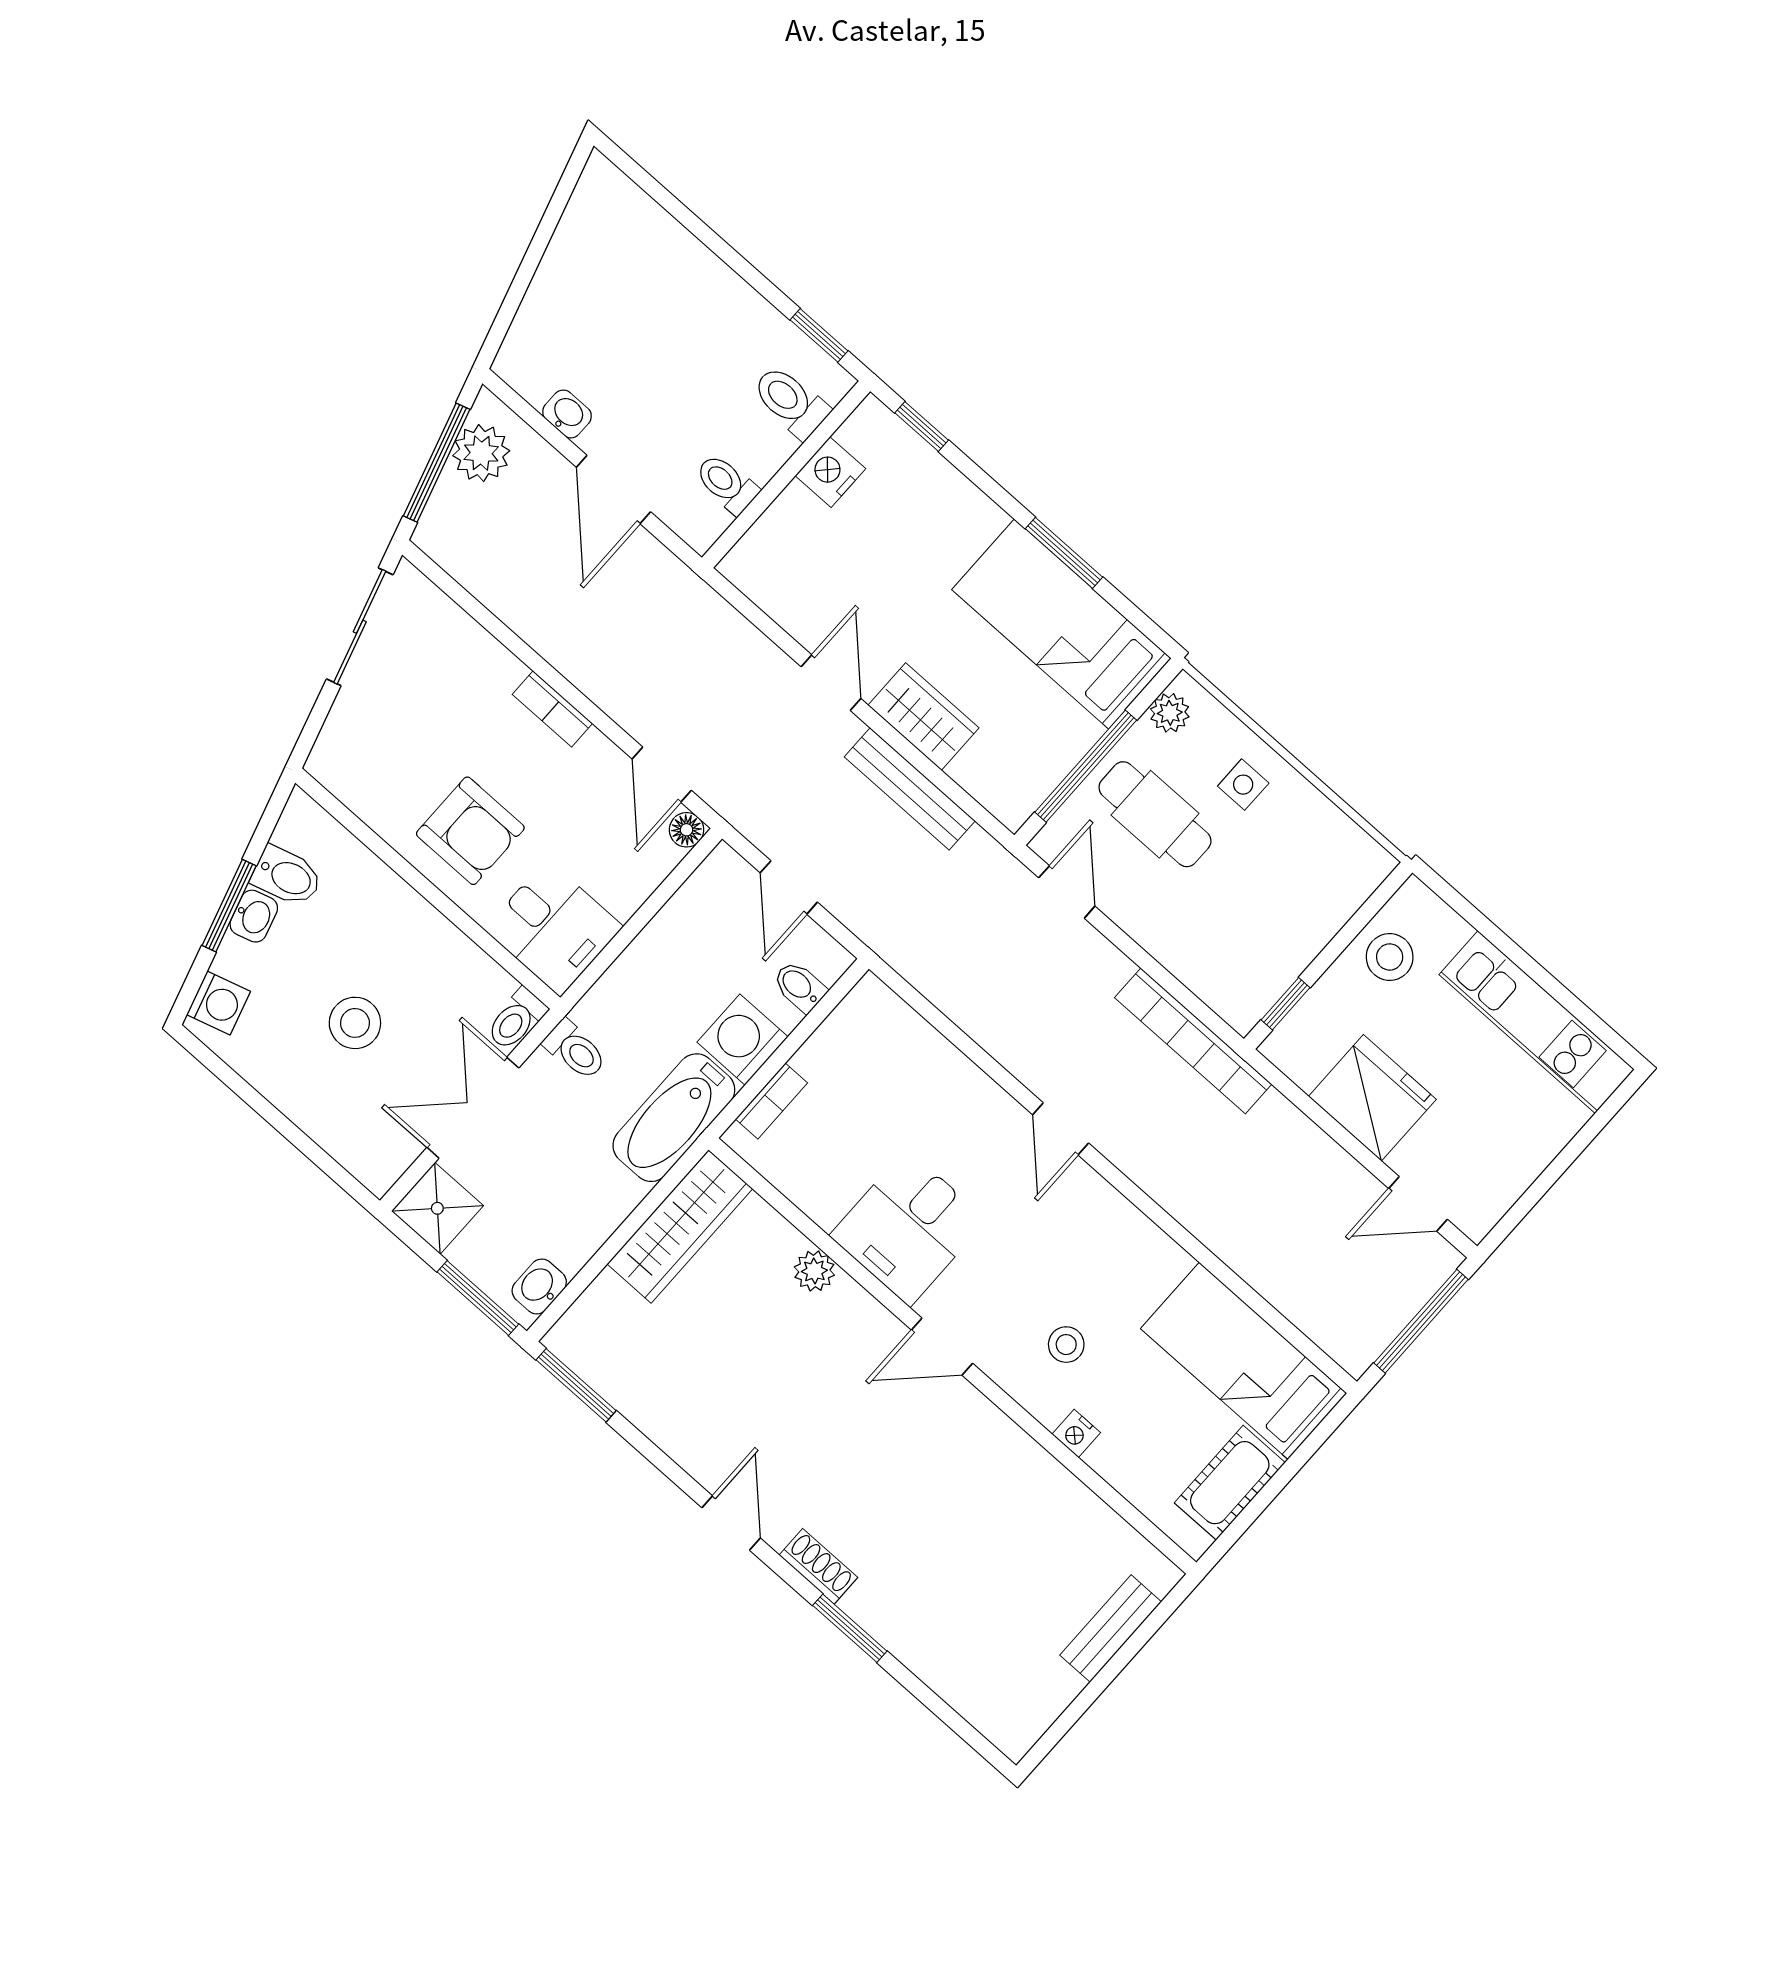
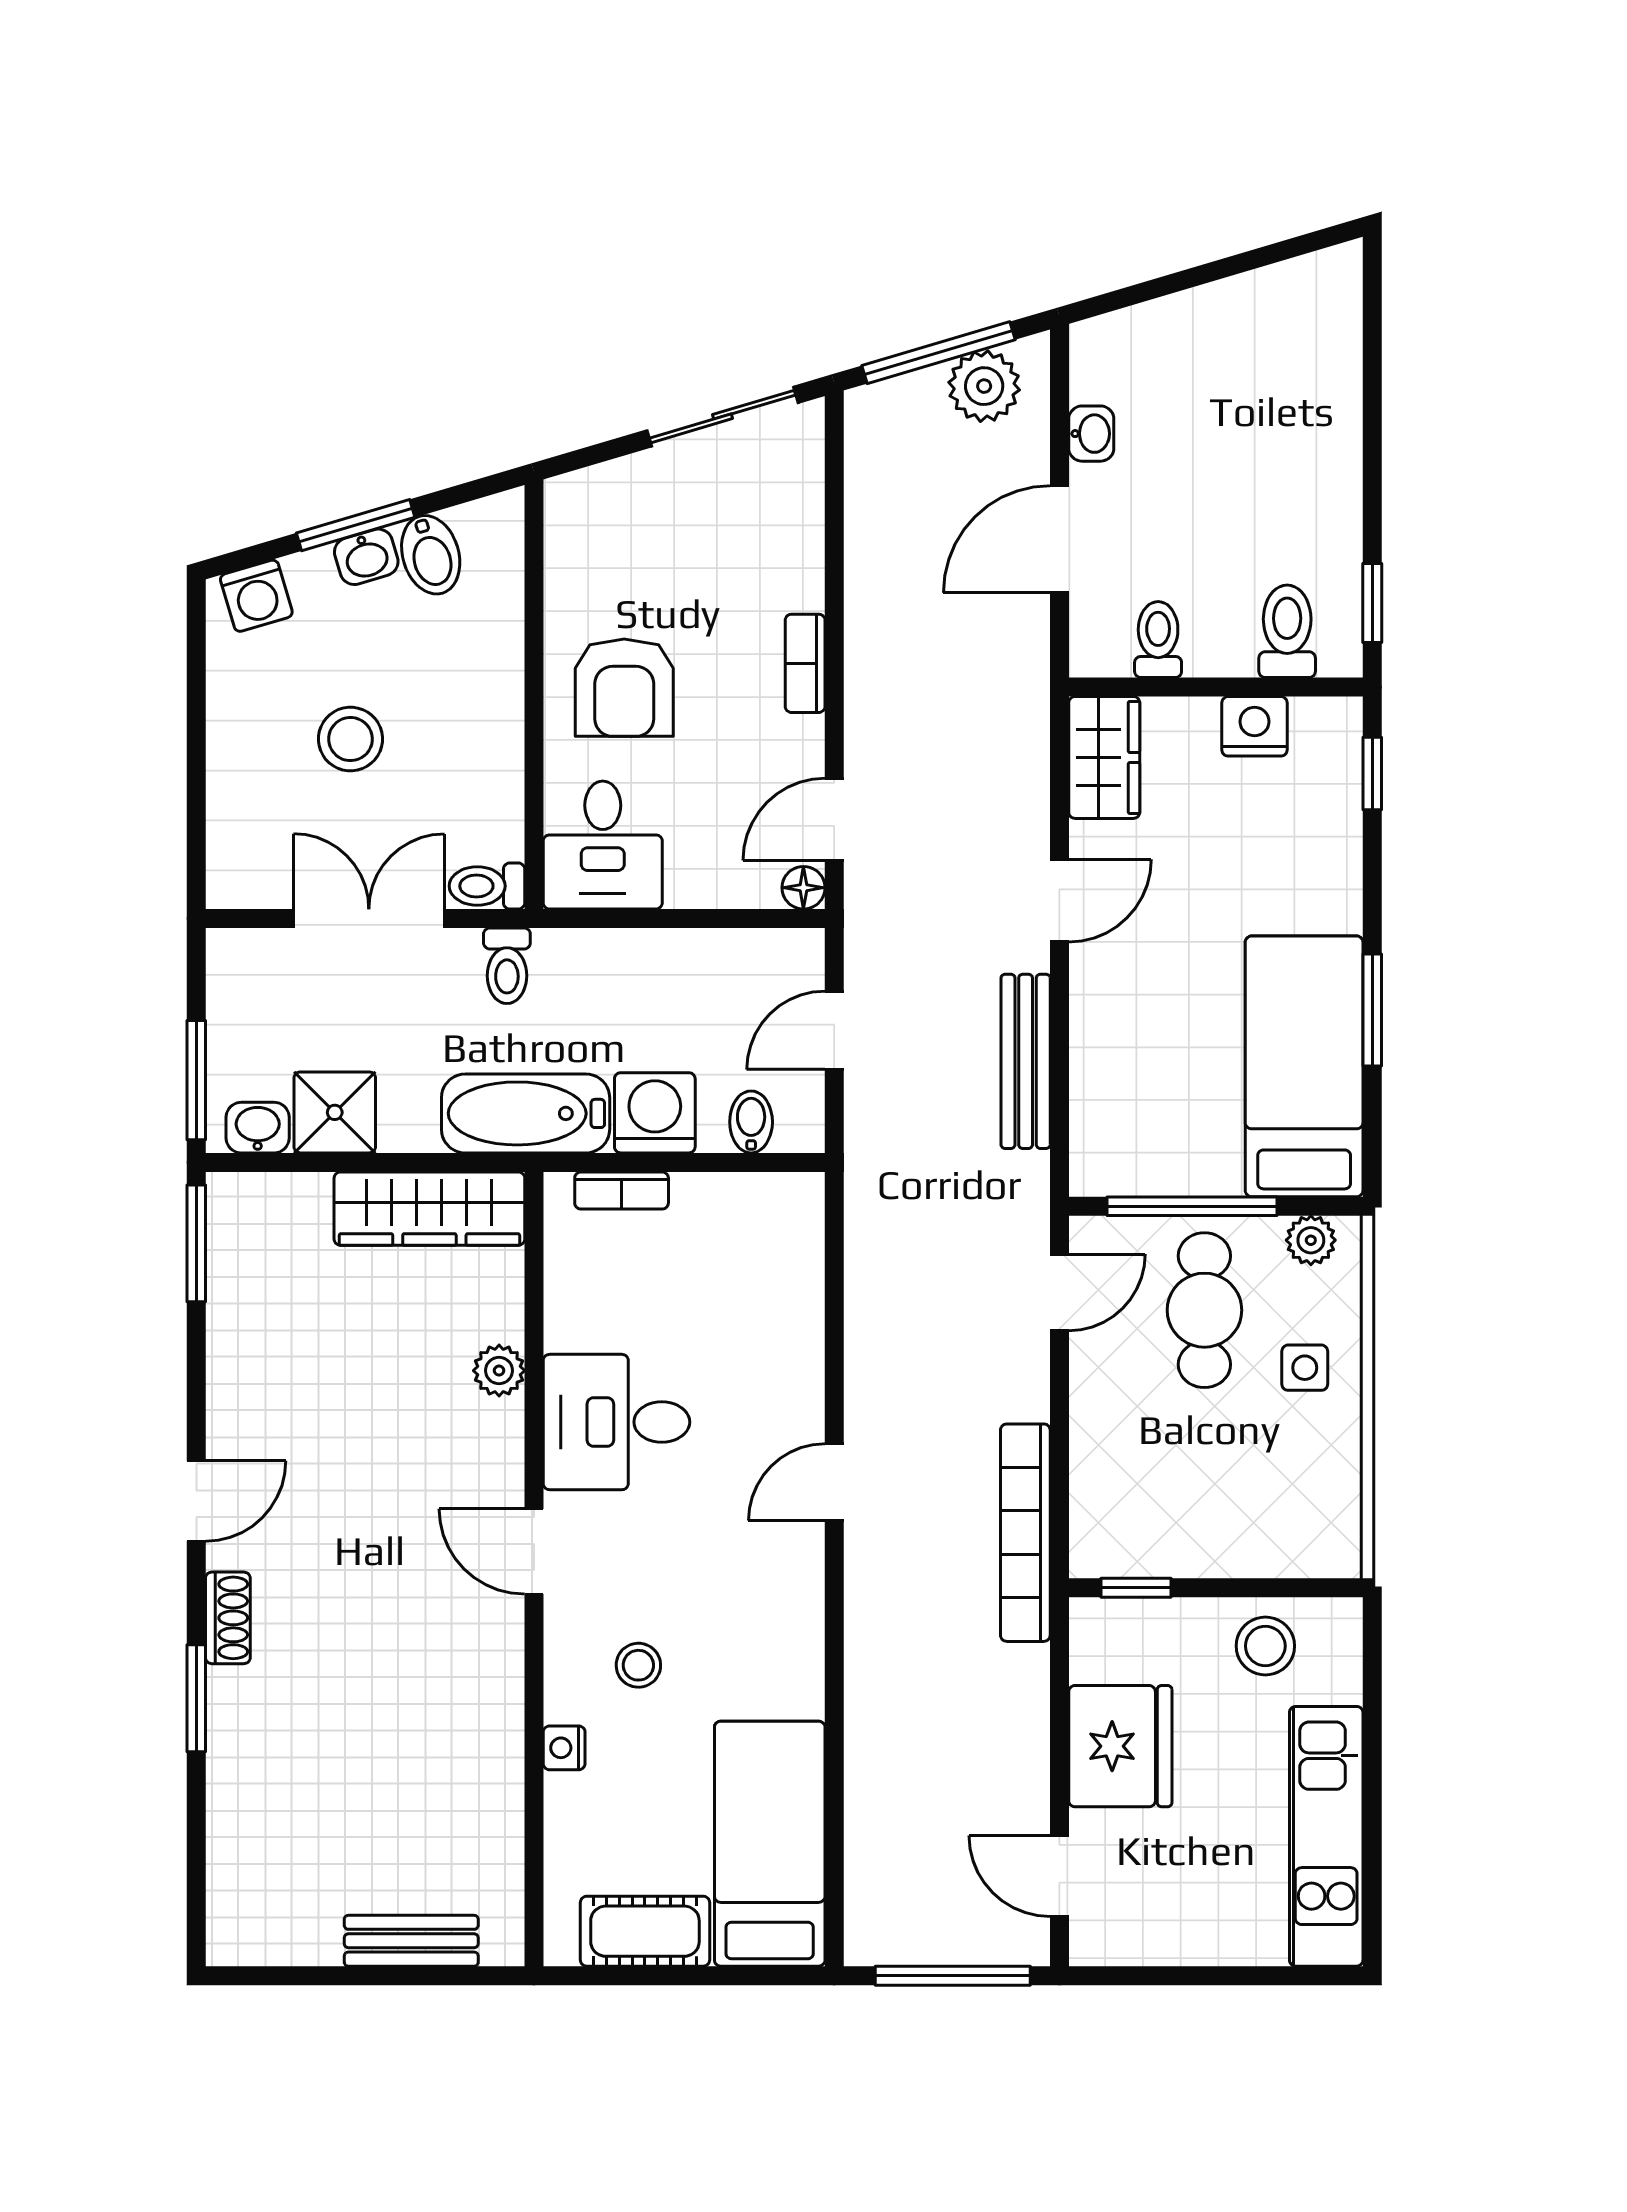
wardrobe: (923, 717) -> (1104, 757), moved
shower: (437, 1208) -> (335, 1112), moved

